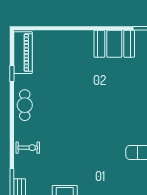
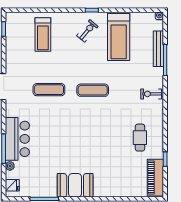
cafe table: (25, 105) -> (140, 138), moved
exercise mat: (94, 152) -> (93, 90), added

